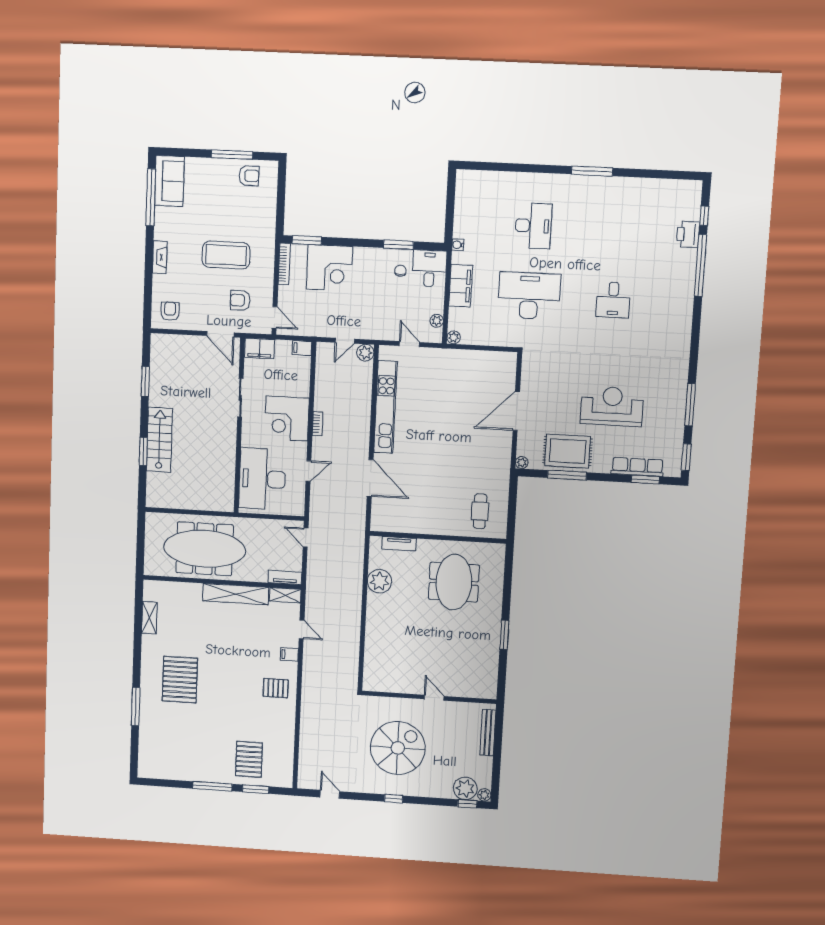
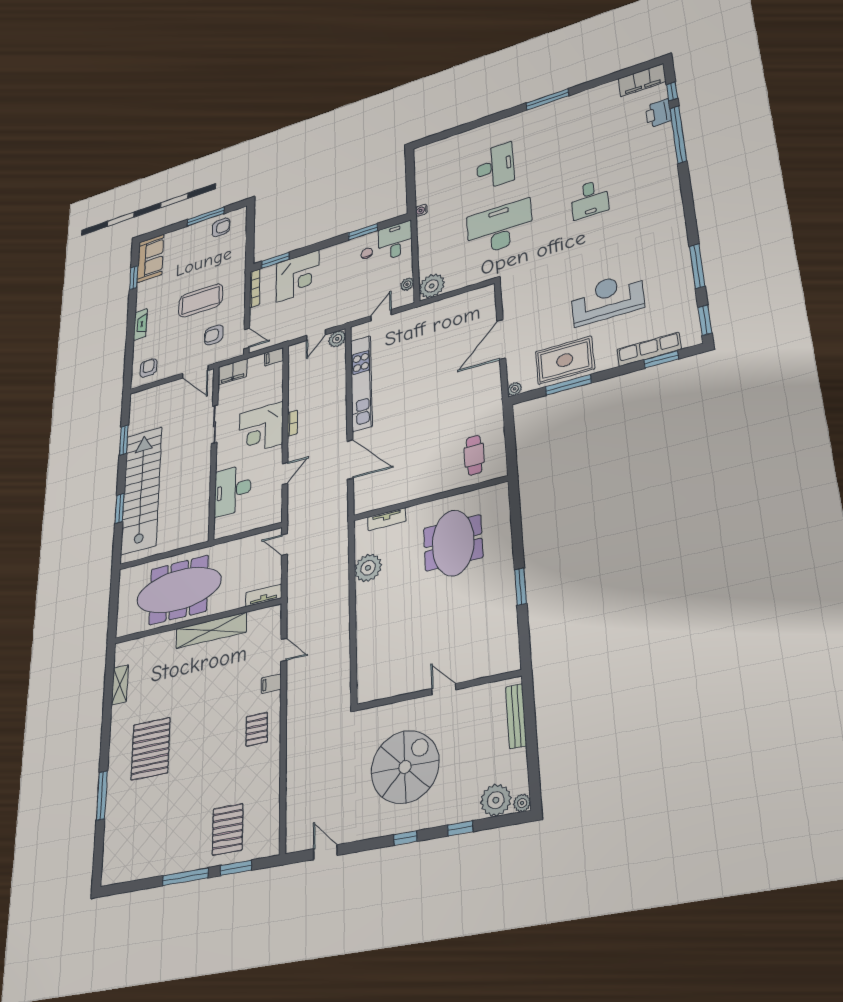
window: (151, 197) -> (134, 278), width x0.47
filing cabinet: (461, 286) -> (642, 80), moved, turned 90
plant: (454, 337) -> (432, 286), width x1.87, depth x1.87
door: (409, 344) -> (381, 315), hinge flipped
stairs: (159, 440) -> (141, 490), width x1.86, depth x1.51
desk: (262, 479) -> (232, 490), width x0.73, depth x0.77
shelving: (285, 595) -> (265, 615), removed
pallet: (276, 688) -> (257, 729), turned 90
window: (467, 804) -> (460, 828), moved

